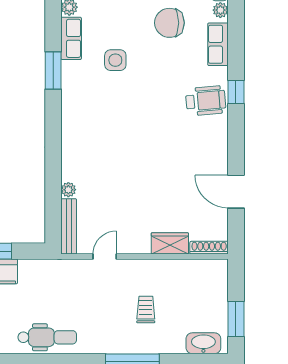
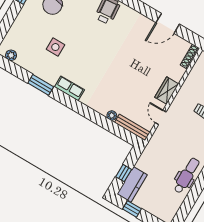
row of seats: (71, 38) -> (69, 88), moved
wardrobe: (170, 243) -> (167, 91), moved

